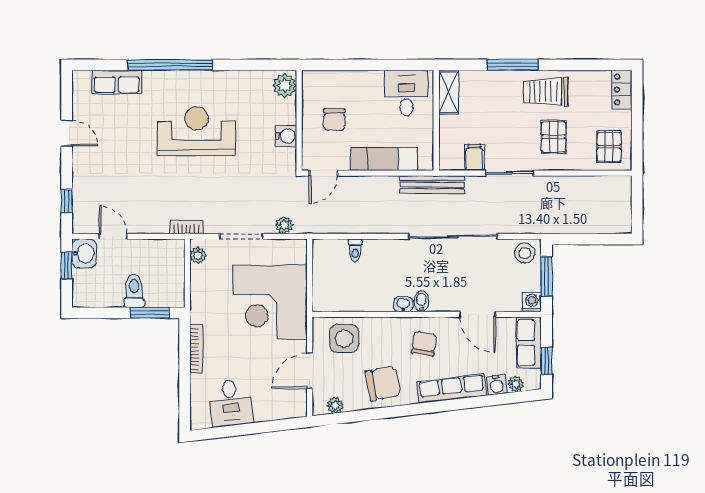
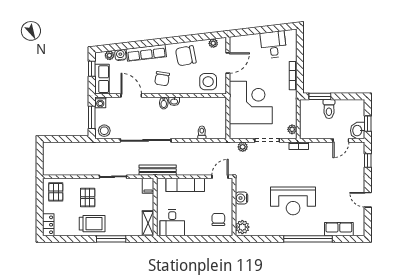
chair: (334, 119) -> (218, 219), moved
filing cabinet: (474, 157) -> (148, 186), moved
door: (113, 236) -> (341, 140), hinge flipped

